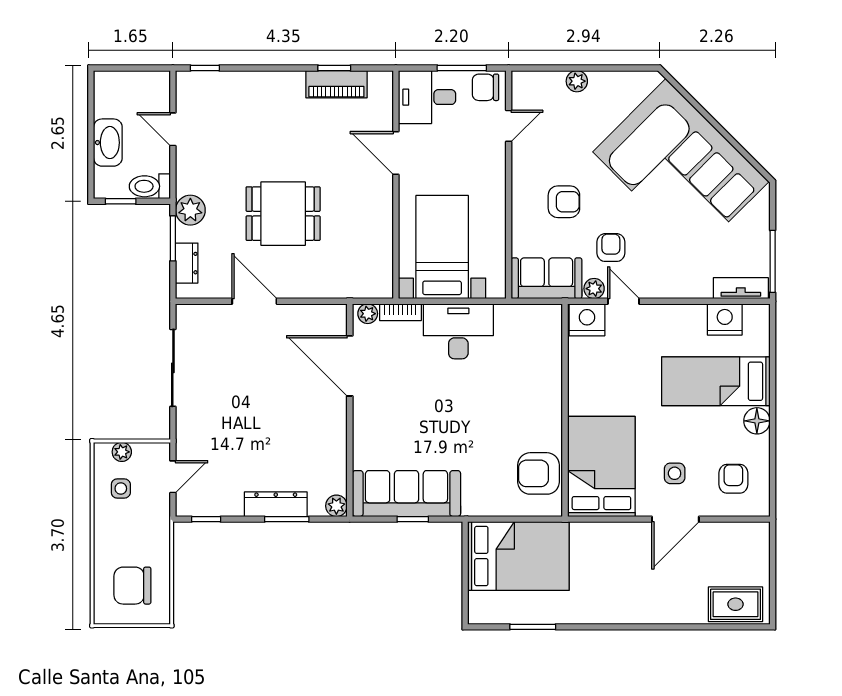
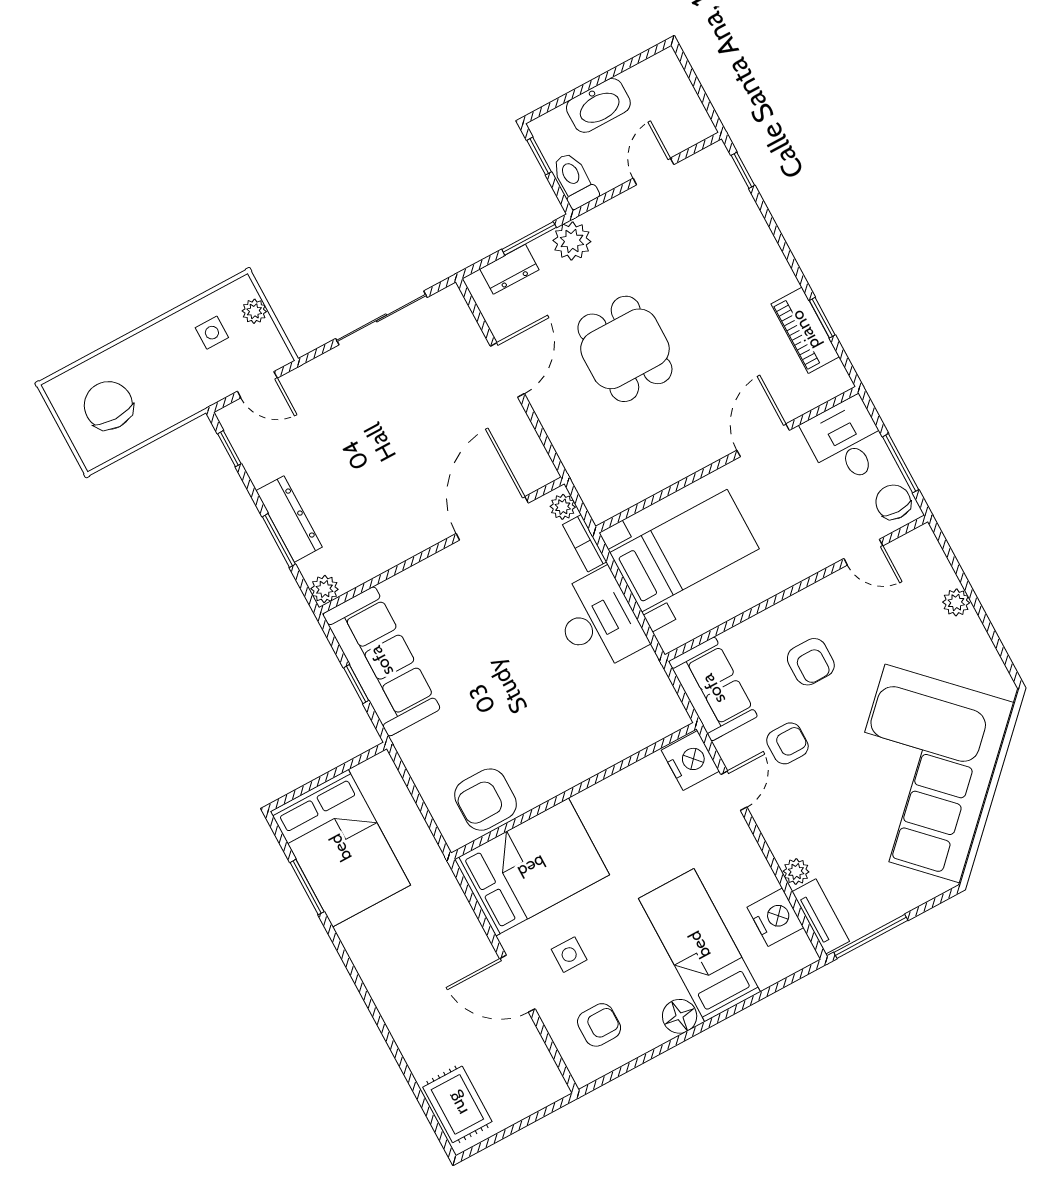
plant: (594, 289) -> (796, 871), moved
armchair: (539, 473) -> (485, 800), turned -90
bed: (518, 556) -> (340, 848), moved

